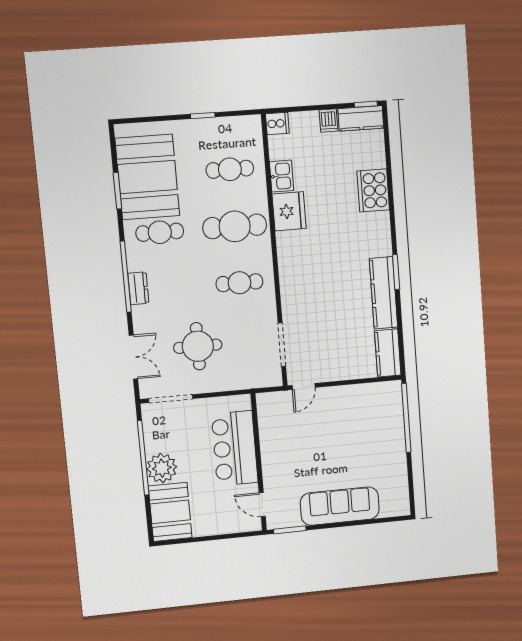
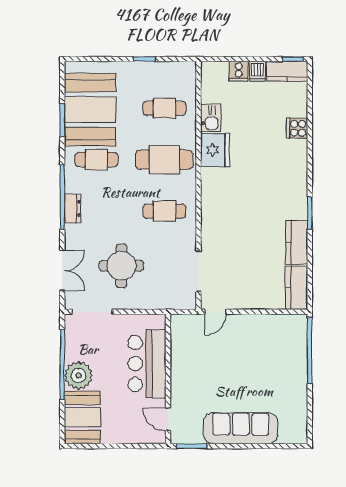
cooker: (277, 123) -> (239, 71), moved, turned 90
cooker: (373, 190) -> (297, 128), width x0.53, depth x0.76
kitchen counter: (384, 293) -> (297, 242), width x0.67

